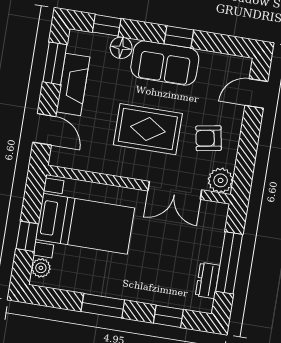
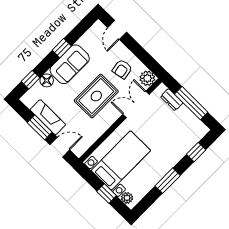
window: (55, 63) -> (40, 127), moved
double door: (175, 190) -> (136, 104), swing flipped
dresser: (208, 281) -> (172, 100), moved

